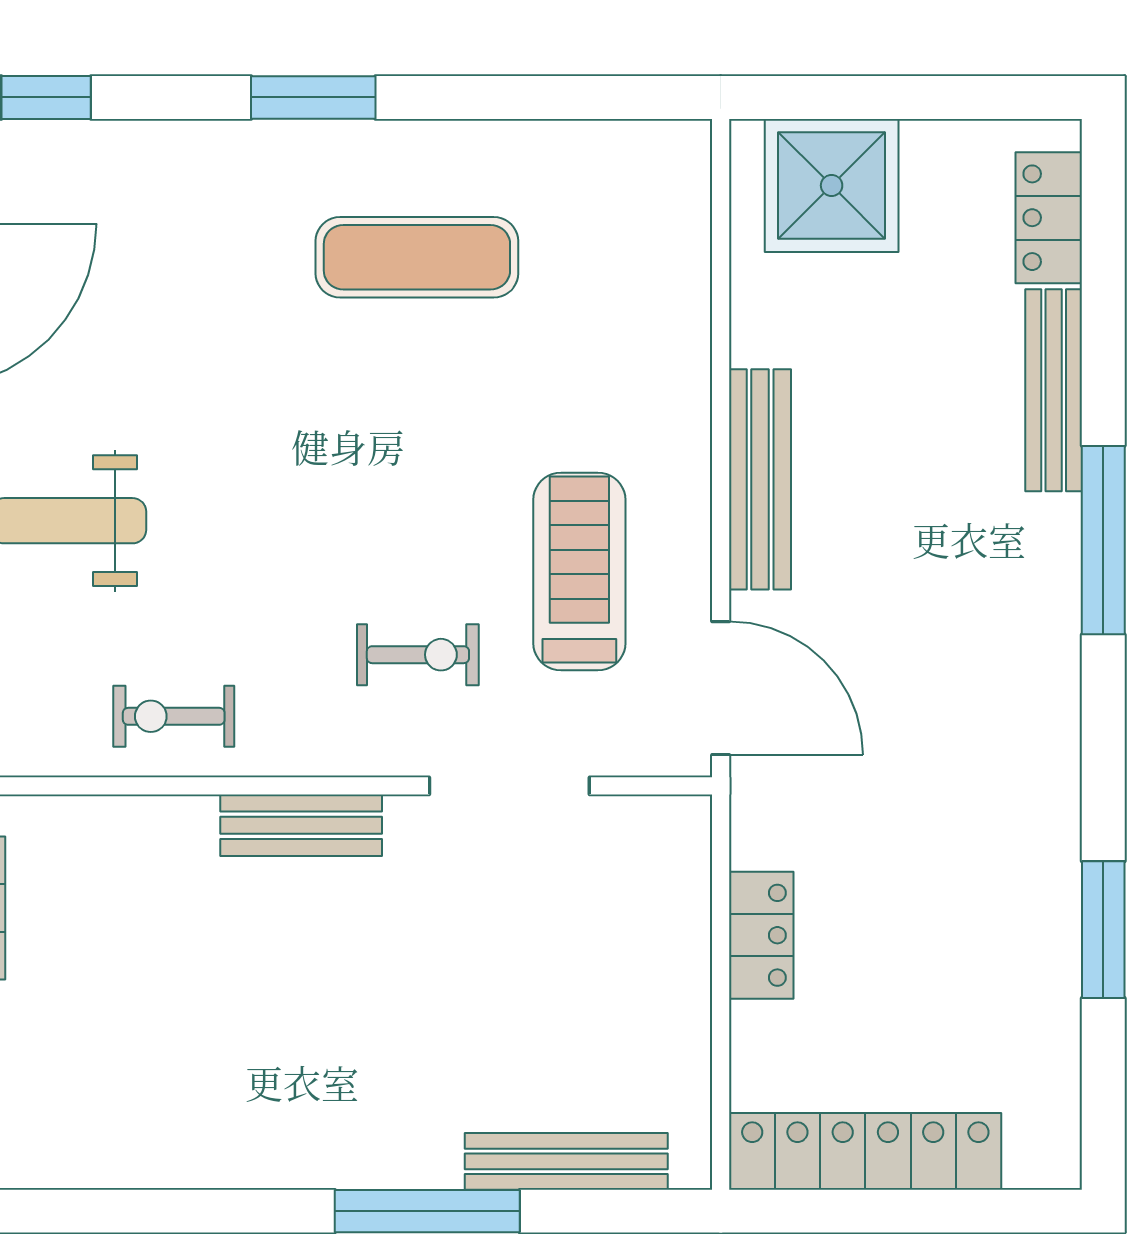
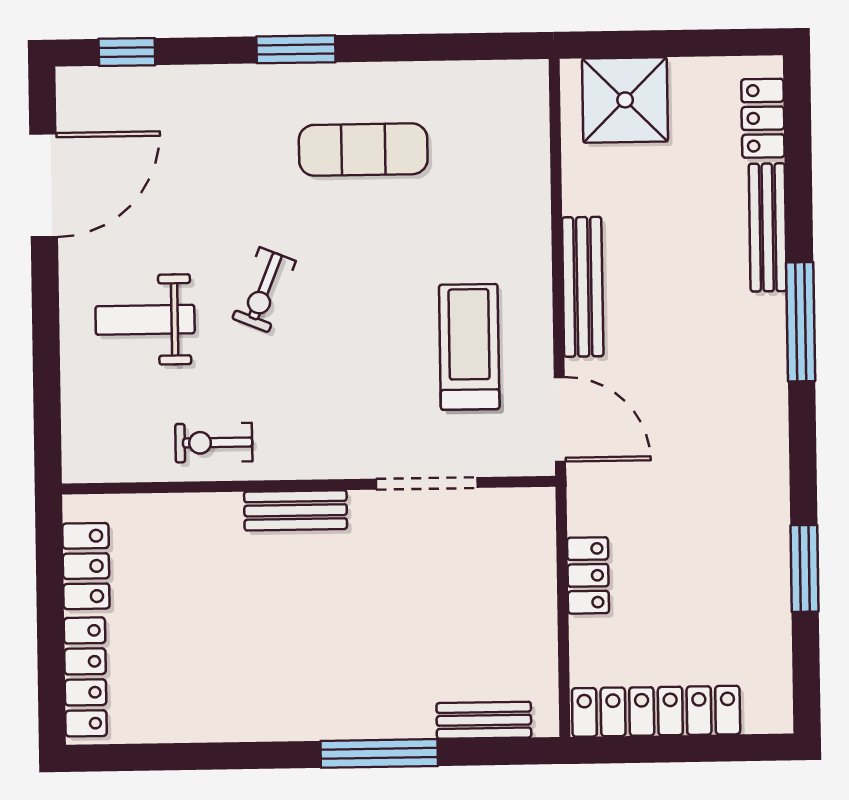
exercise bike: (418, 655) -> (264, 290), moved, turned 112
bench: (566, 1161) -> (484, 720), width x0.73

